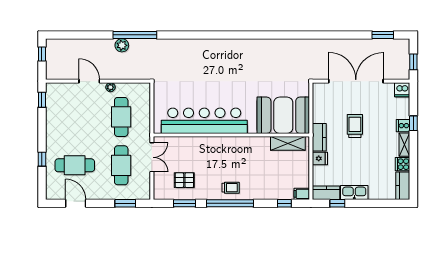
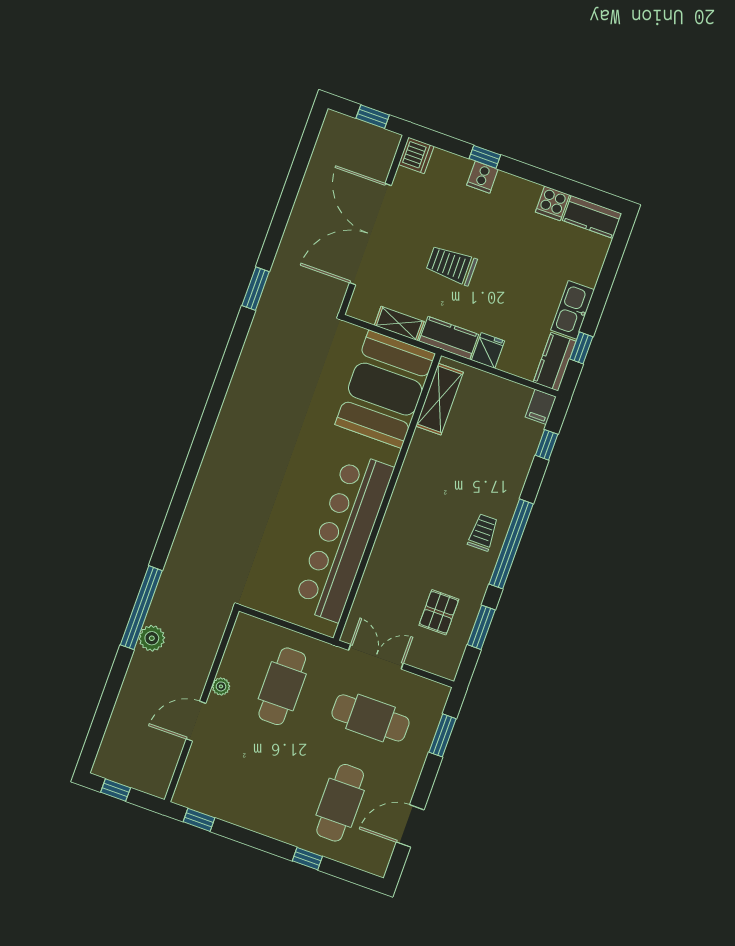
window: (383, 35) -> (256, 289), moved
cafe table: (121, 117) -> (282, 686), turned 90
shelving: (404, 145) -> (399, 323), moved

